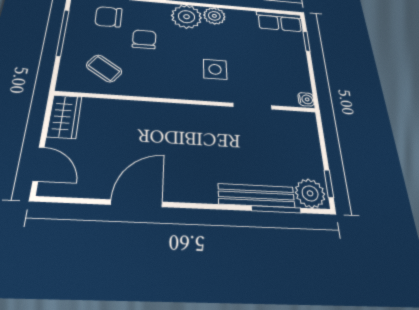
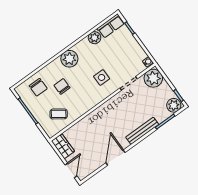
plant: (214, 16) -> (95, 38), moved
chair: (108, 17) -> (38, 87), turned -90
plant: (300, 127) -> (153, 78), added
door: (39, 164) -> (71, 170), hinge flipped
bench: (256, 195) -> (142, 131), moved

